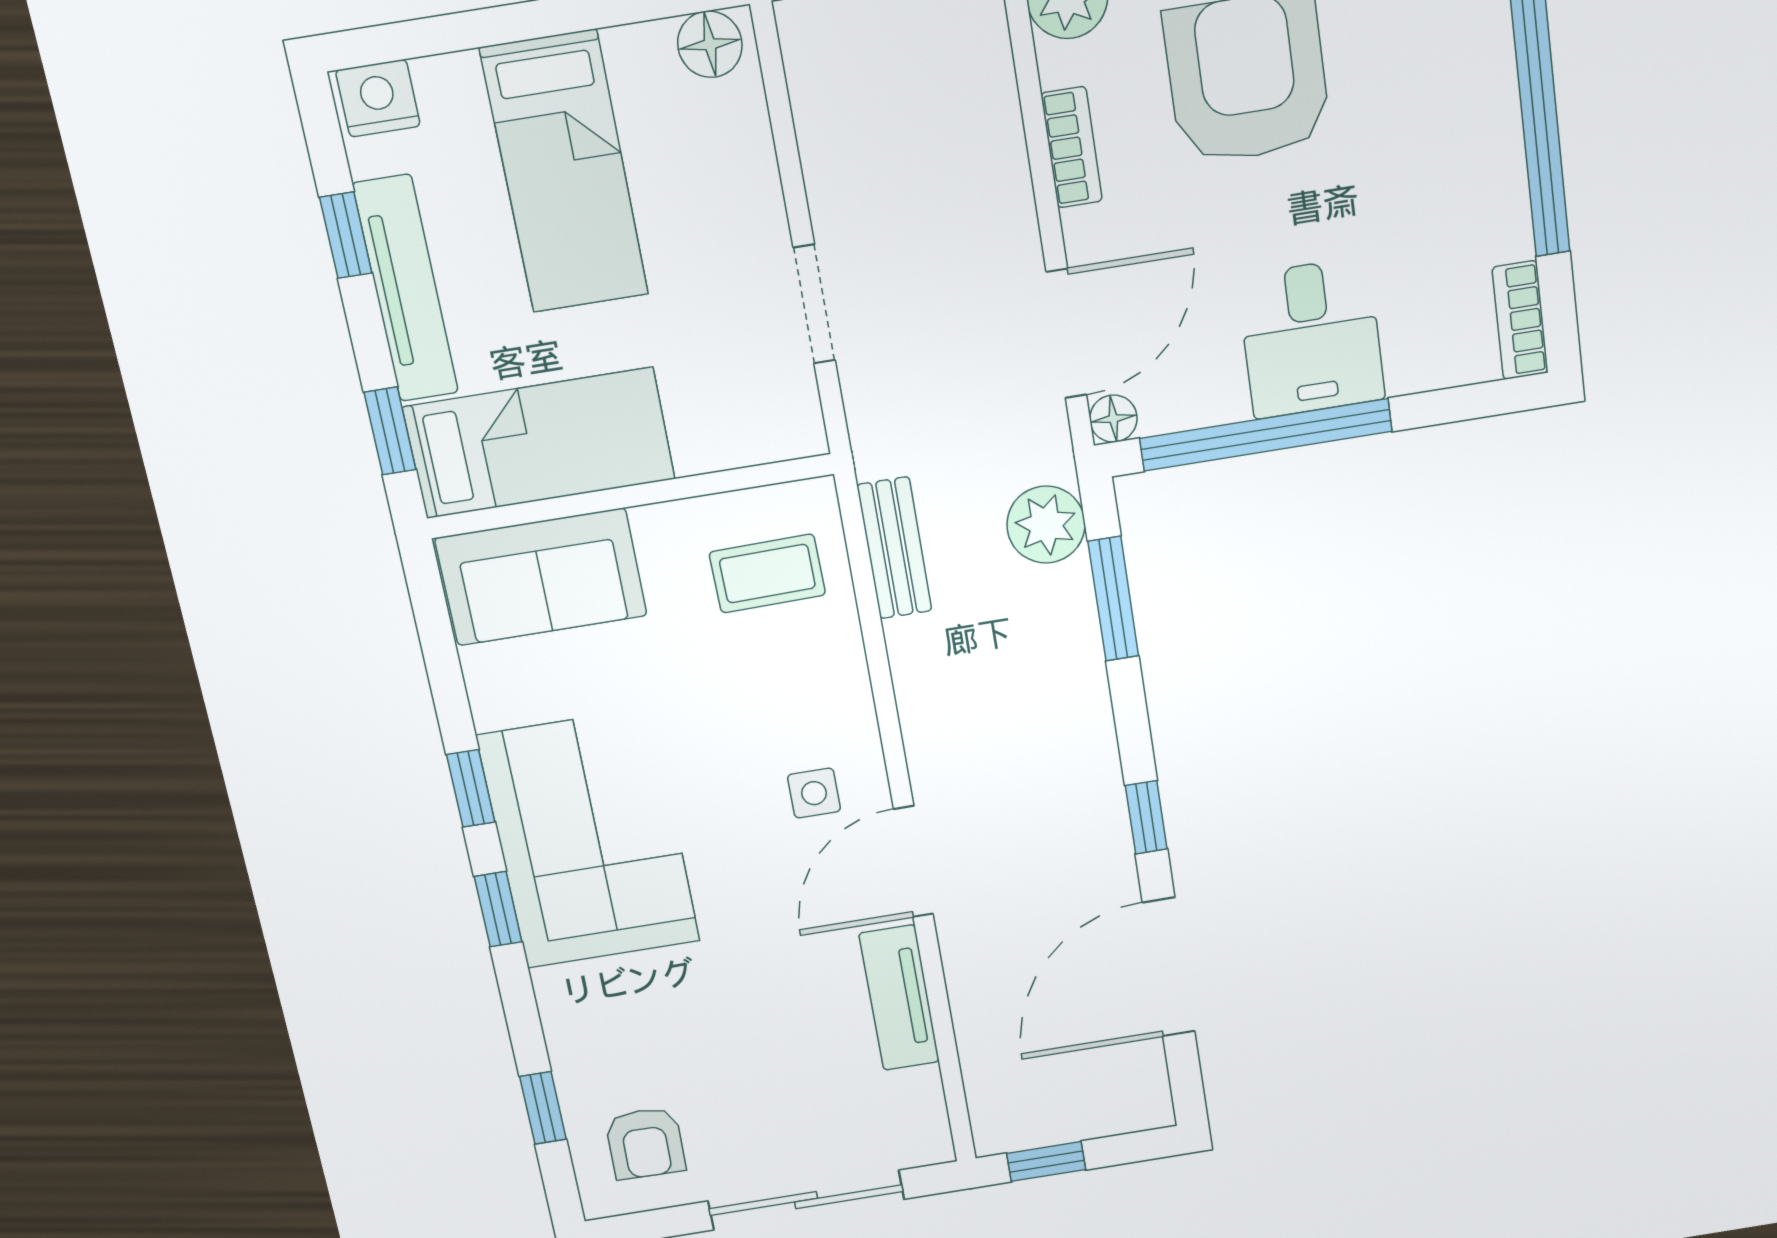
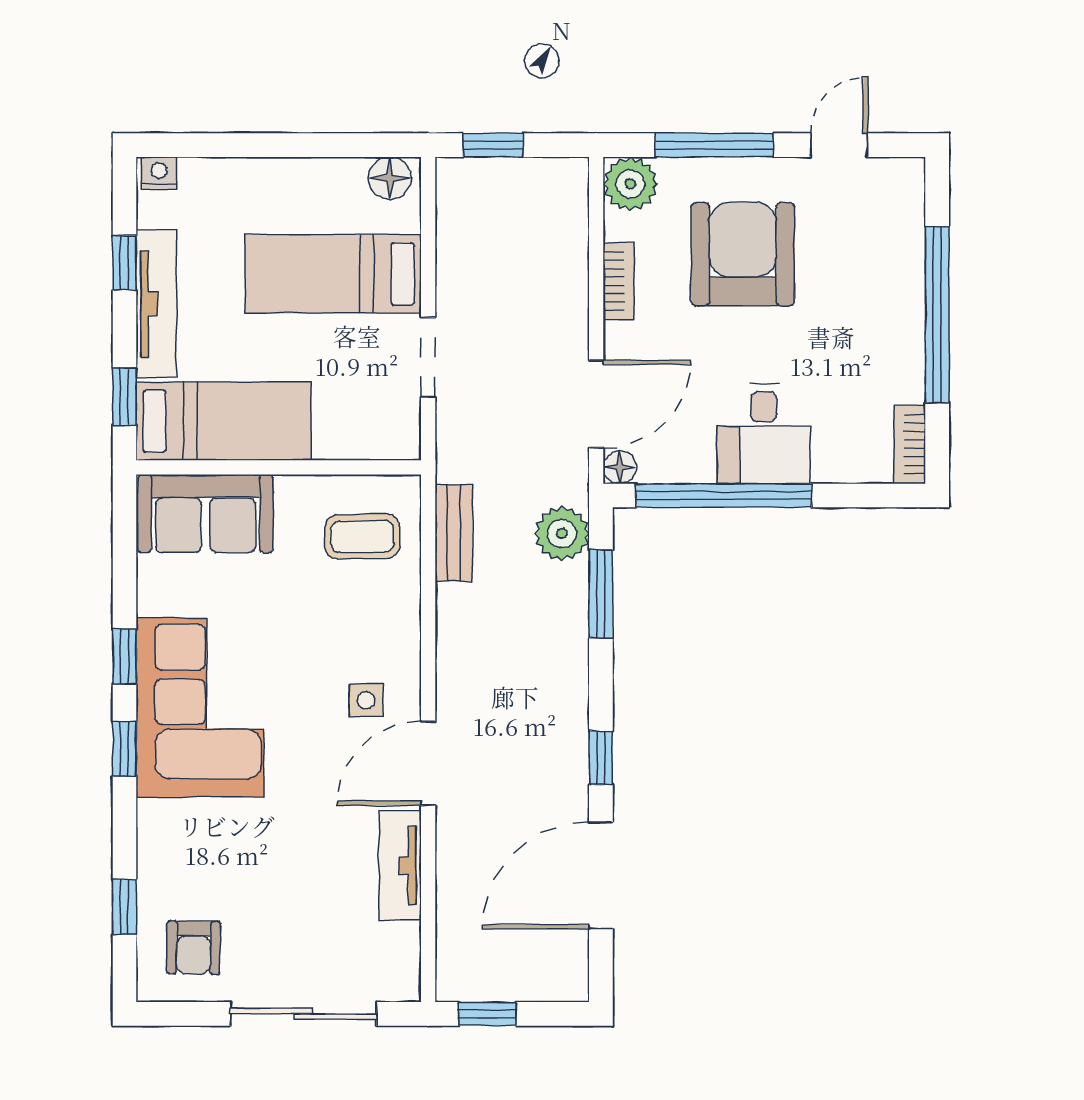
nightstand: (378, 98) -> (159, 173), width x0.72, depth x0.74
bed: (565, 172) -> (333, 274), moved, turned 90

